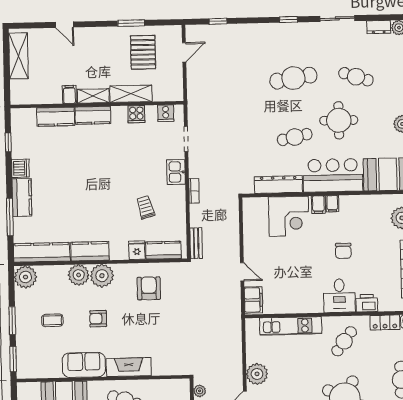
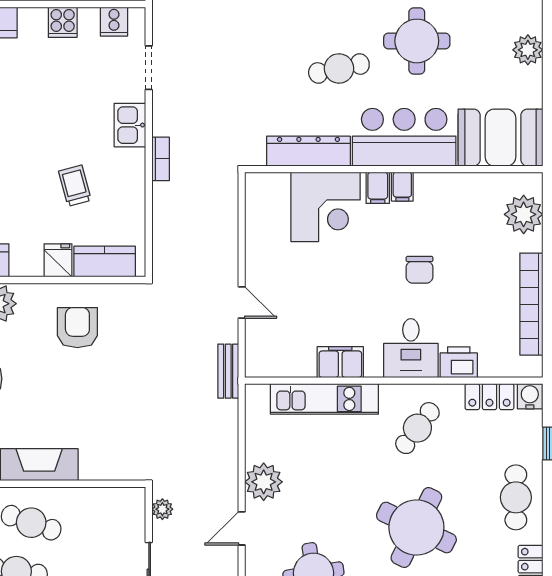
bench: (196, 243) -> (228, 371), moved
filing cabinet: (253, 300) -> (340, 362), moved, turned -90

